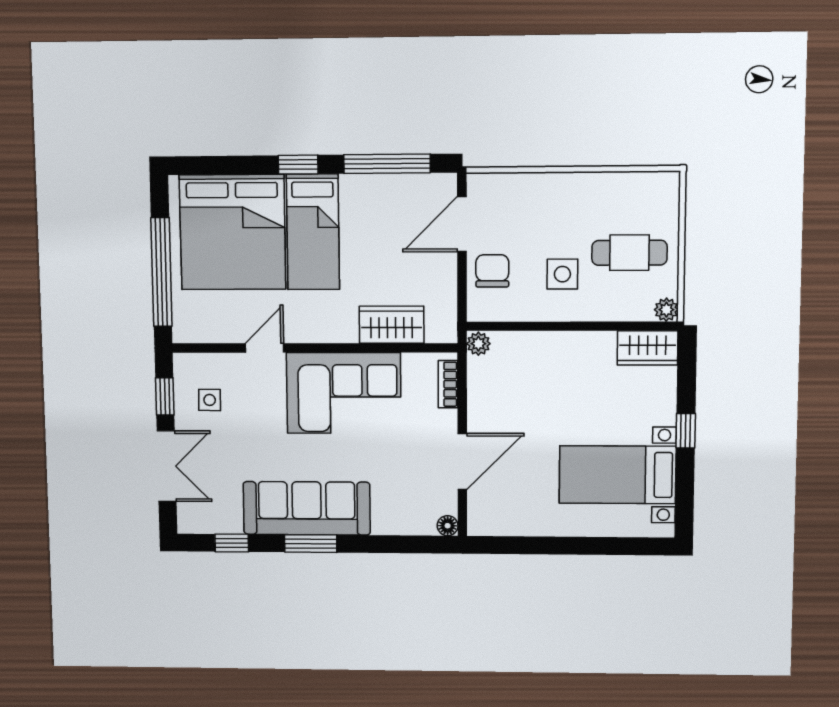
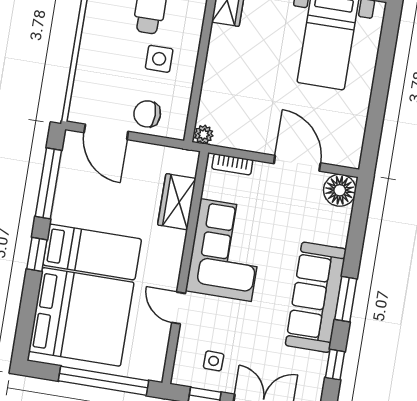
floor lamp: (448, 526) -> (340, 190), width x1.89, depth x1.89

